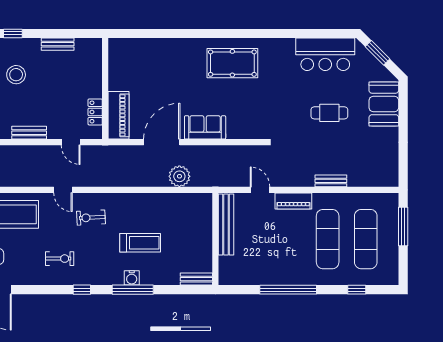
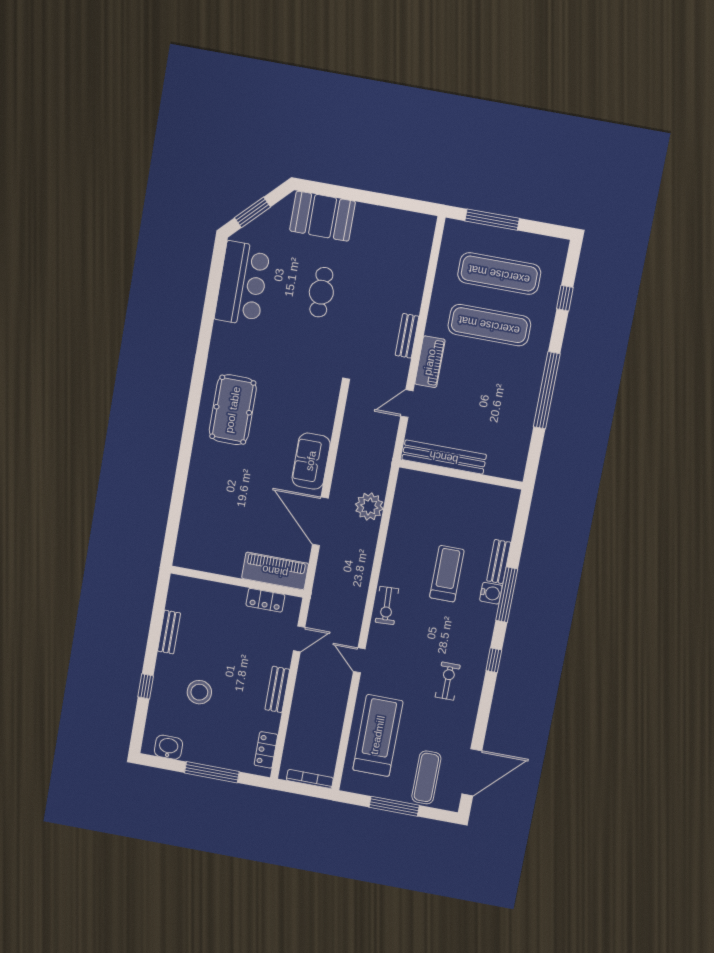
bench: (331, 181) -> (407, 336), moved
door: (63, 190) -> (359, 660), swing flipped
exercise bike: (91, 218) -> (387, 605), moved
bench: (196, 279) -> (499, 562), moved

